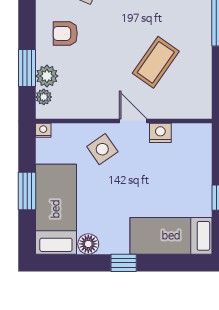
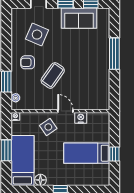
coffee table: (156, 62) -> (53, 75), moved
plant: (47, 76) -> (17, 86), removed
bed: (171, 236) -> (87, 153), moved

